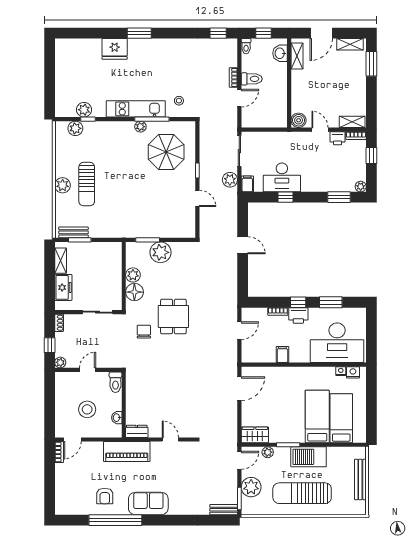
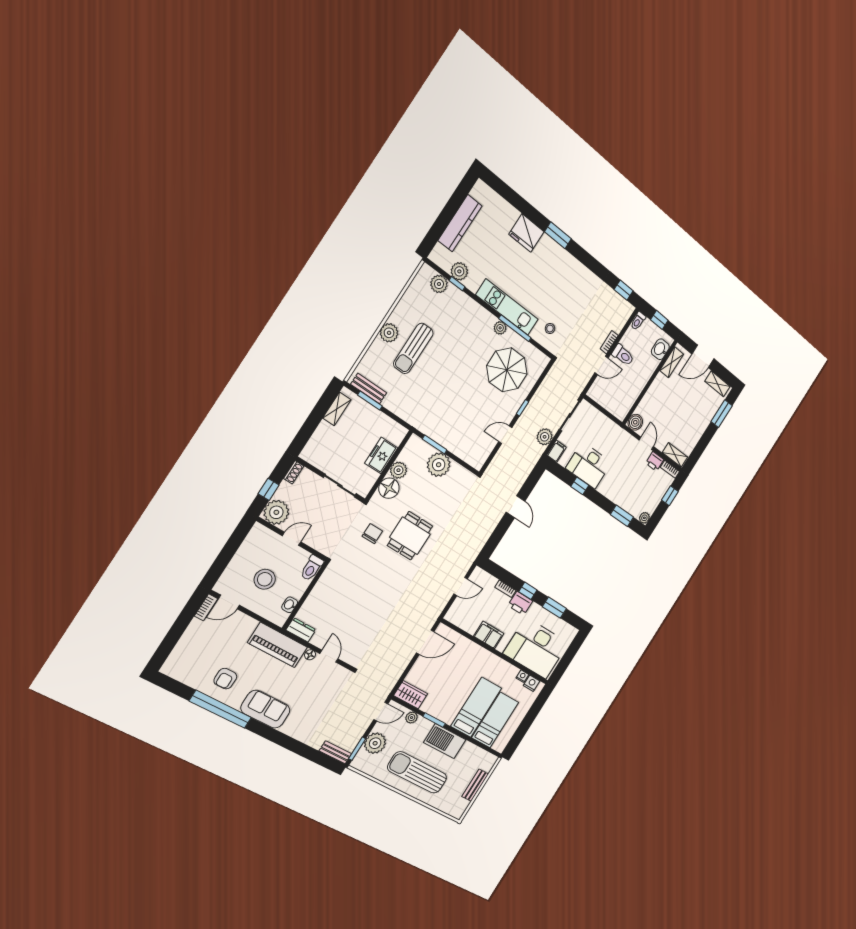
kitchen counter: (62, 78) -> (460, 223), added
door: (197, 198) -> (505, 435), swing flipped
freezer: (63, 287) -> (381, 456), moved, turned 180
filing cabinet: (282, 354) -> (489, 635), width x2.00
plant: (60, 362) -> (276, 512), width x1.87, depth x1.87
floor lamp: (156, 446) -> (310, 655), added
bench: (360, 479) -> (475, 785), width x0.73

